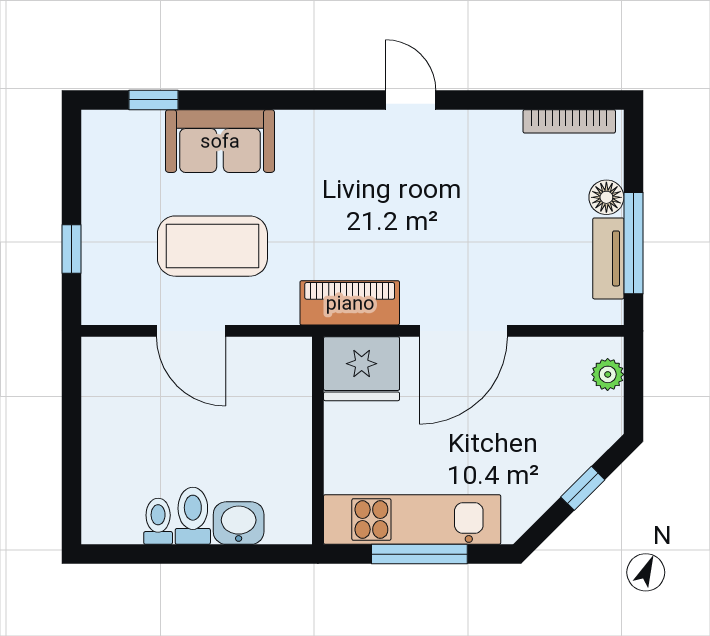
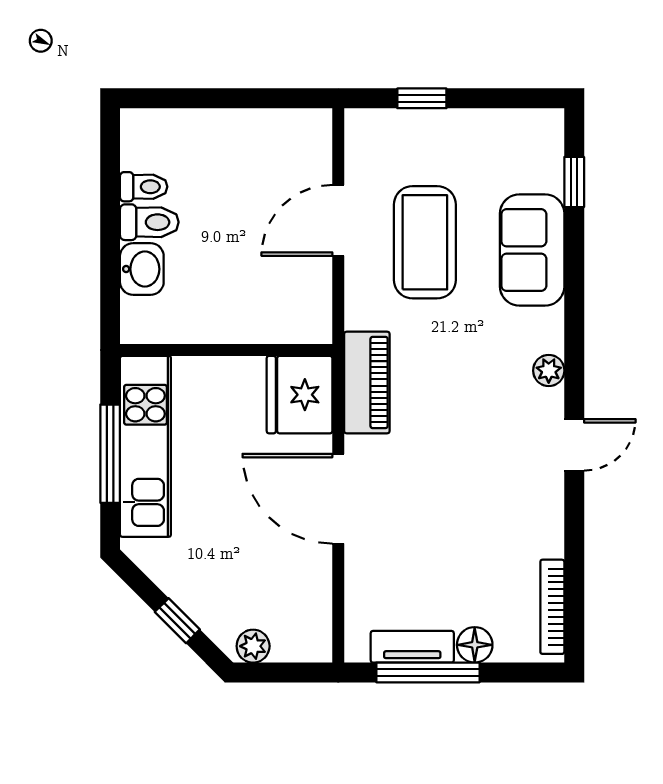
plant: (338, 125) -> (549, 371), added
plant: (608, 374) -> (253, 646), moved

